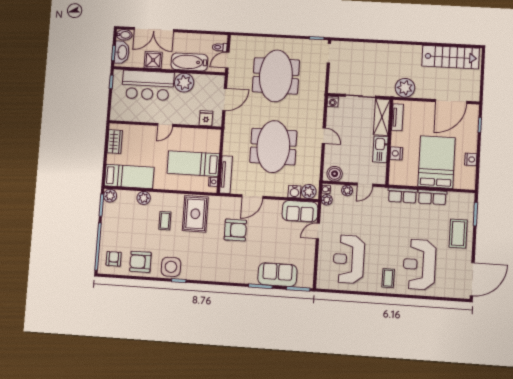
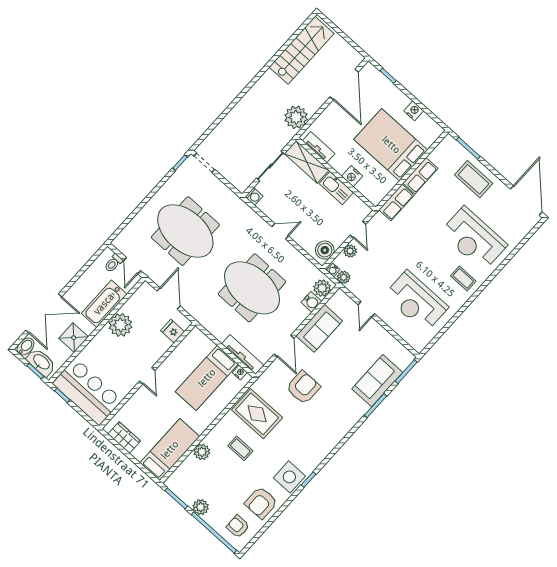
bar counter: (148, 85) -> (87, 392), moved, turned -90
plant: (110, 196) -> (201, 507), moved
sofa: (300, 211) -> (319, 328), moved

